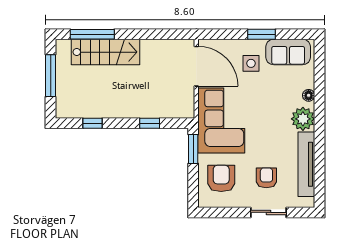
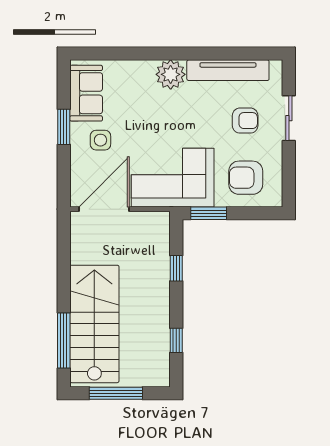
stairs: (105, 52) -> (94, 324), width x1.36, depth x1.51
floor lamp: (309, 95) -> (141, 67), removed
armchair: (266, 178) -> (245, 121), turned 180

